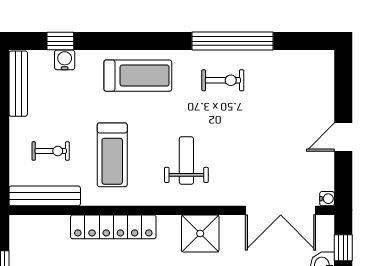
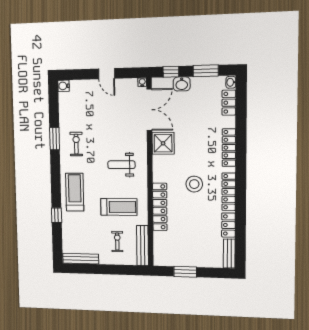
window: (60, 41) -> (57, 215), moved
window: (233, 41) -> (55, 139), width x0.47
water cooler: (65, 60) -> (64, 86), moved
shower: (200, 234) -> (163, 143), moved

